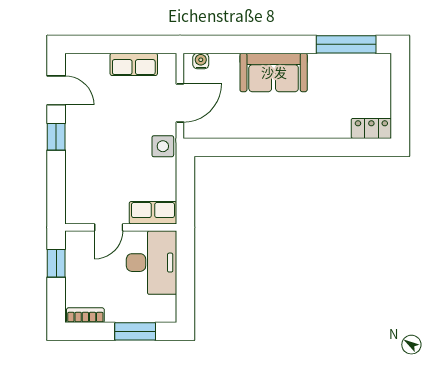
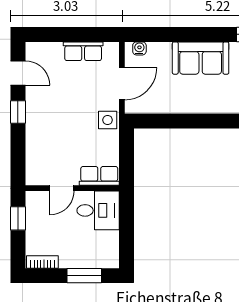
desk: (152, 263) -> (98, 210), width x0.73

